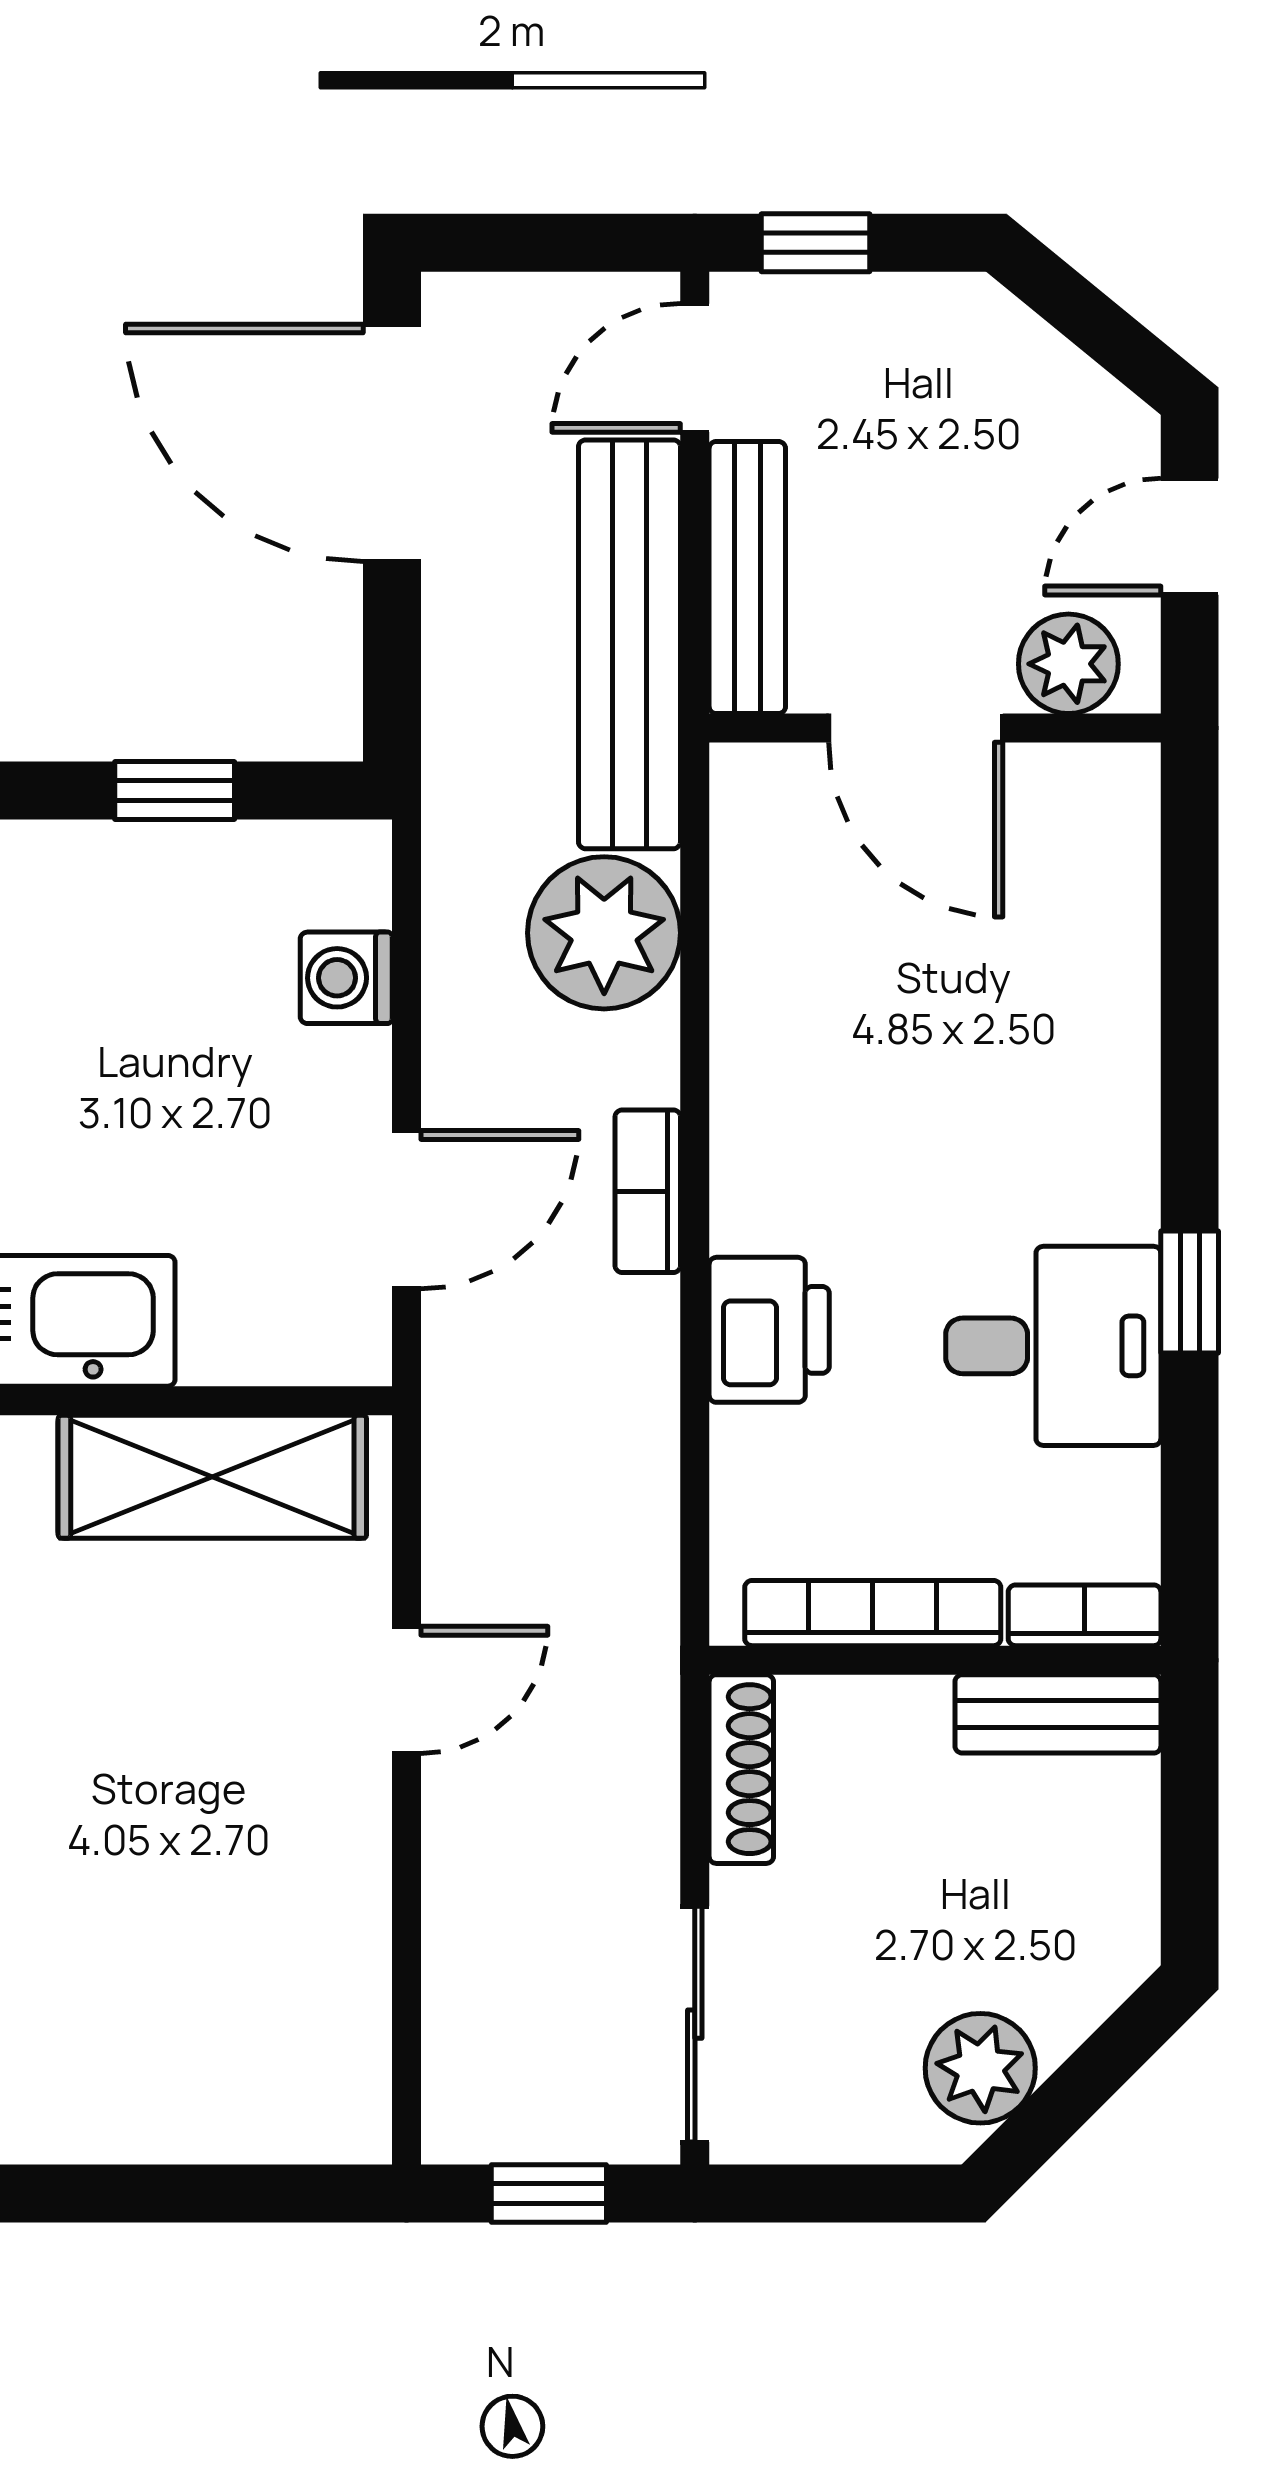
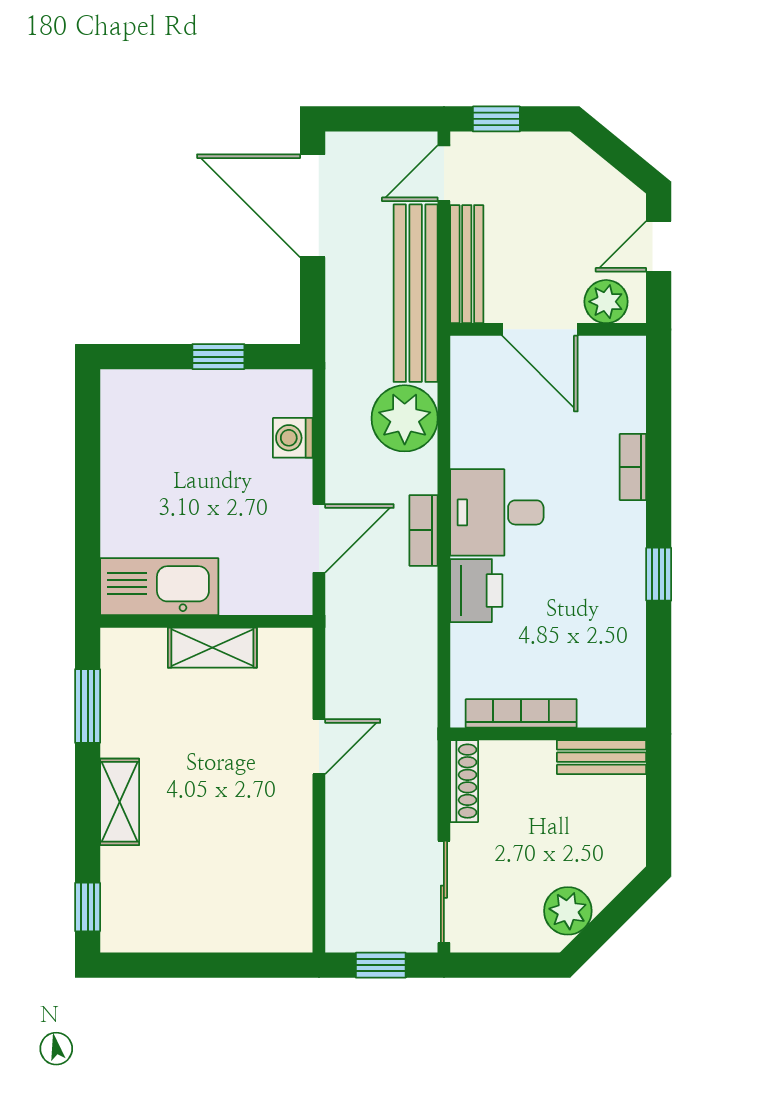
desk: (1053, 1346) -> (497, 512), moved, turned 180
shelving: (212, 1477) -> (212, 648), width x0.67, depth x0.75
bookcase: (1085, 1615) -> (633, 467), moved, turned -90

